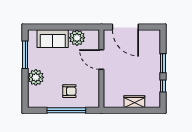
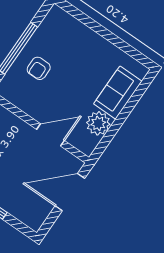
window: (25, 55) -> (122, 45), removed
plant: (36, 77) -> (84, 39), removed

